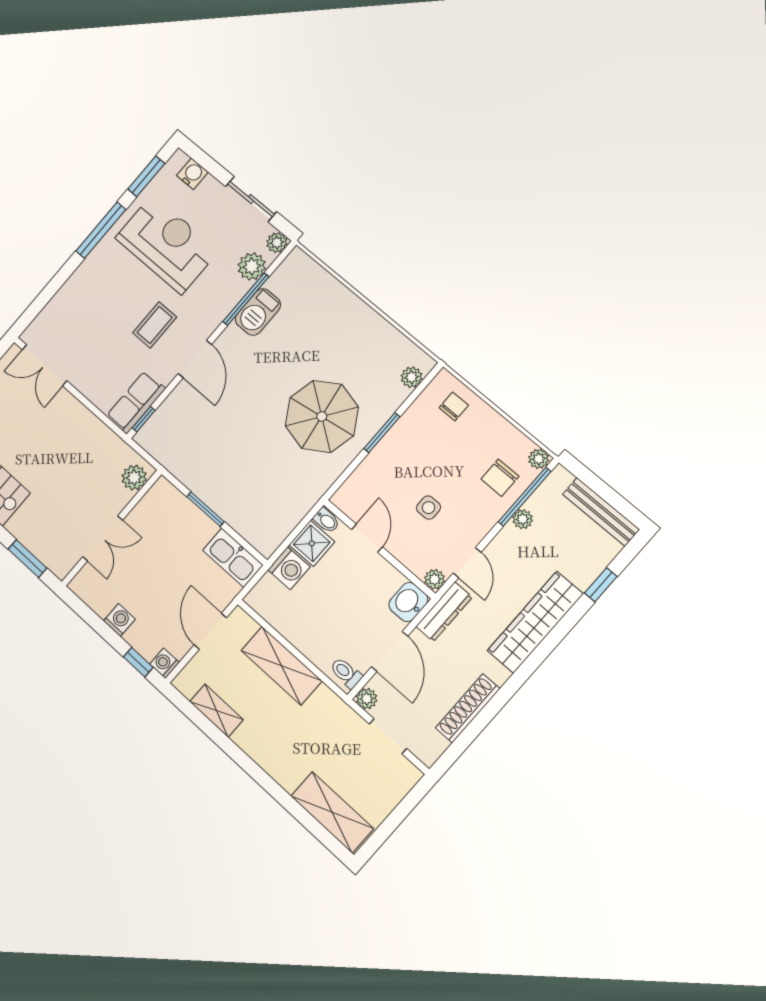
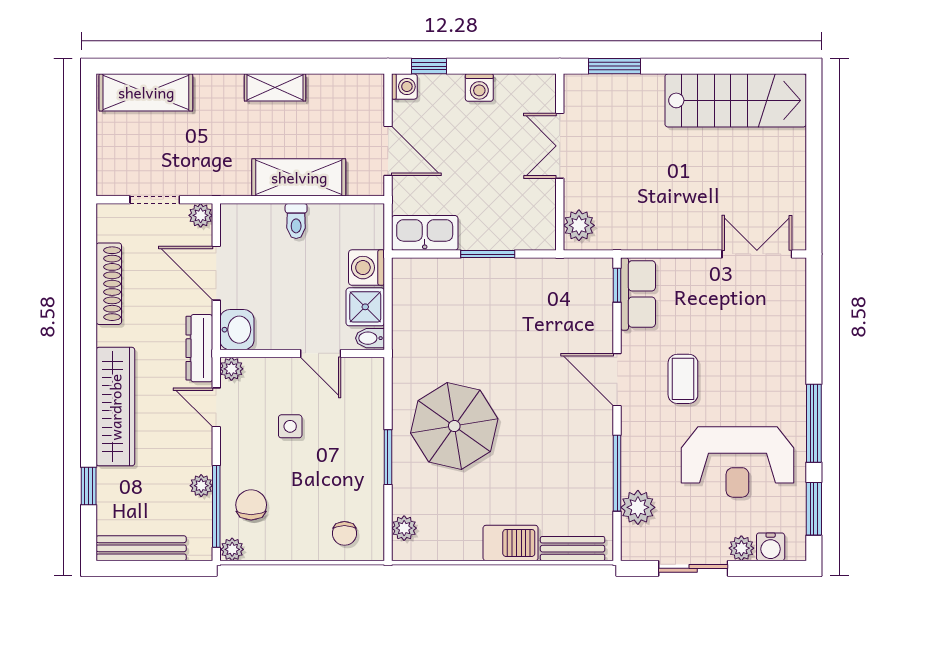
plant: (277, 243) -> (741, 548), moved
bench: (315, 274) -> (573, 549), added
barbecue: (258, 312) -> (511, 543), moved, turned 90
toilet: (346, 673) -> (296, 221), moved, turned 90
shelving: (216, 711) -> (275, 87), moved

